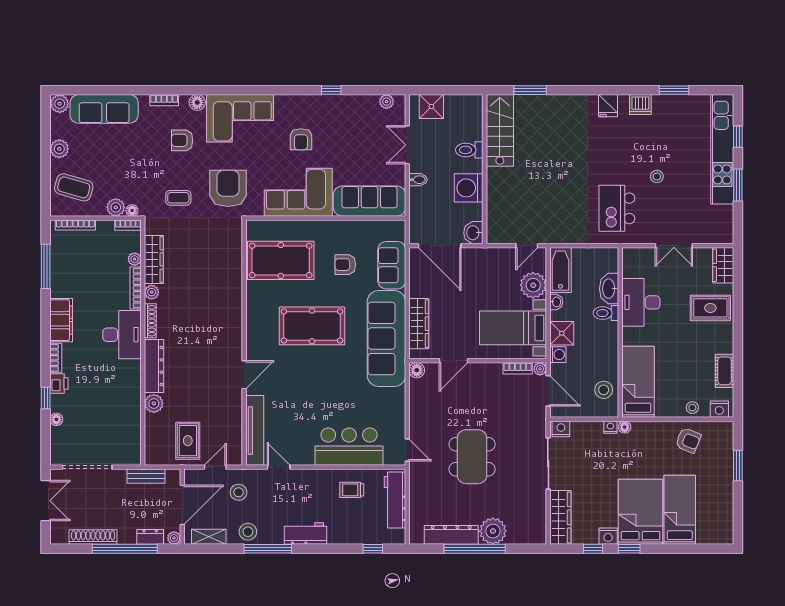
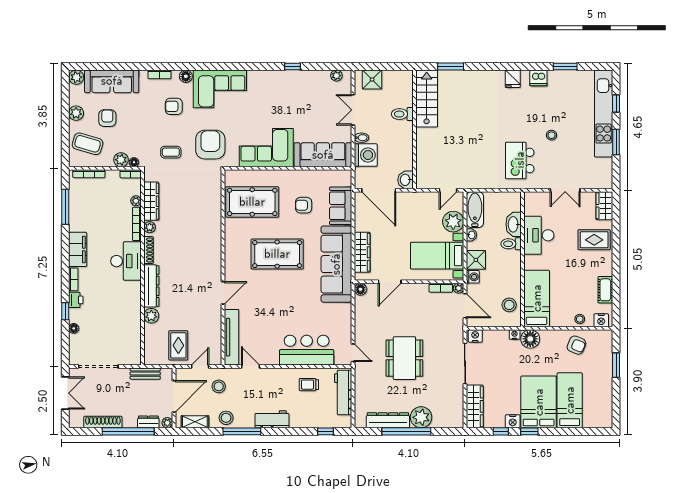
armchair: (301, 139) -> (107, 118), moved, turned 180
washing machine: (469, 188) -> (366, 155), moved, turned 180
floor lamp: (625, 427) -> (530, 339), width x1.89, depth x1.89

